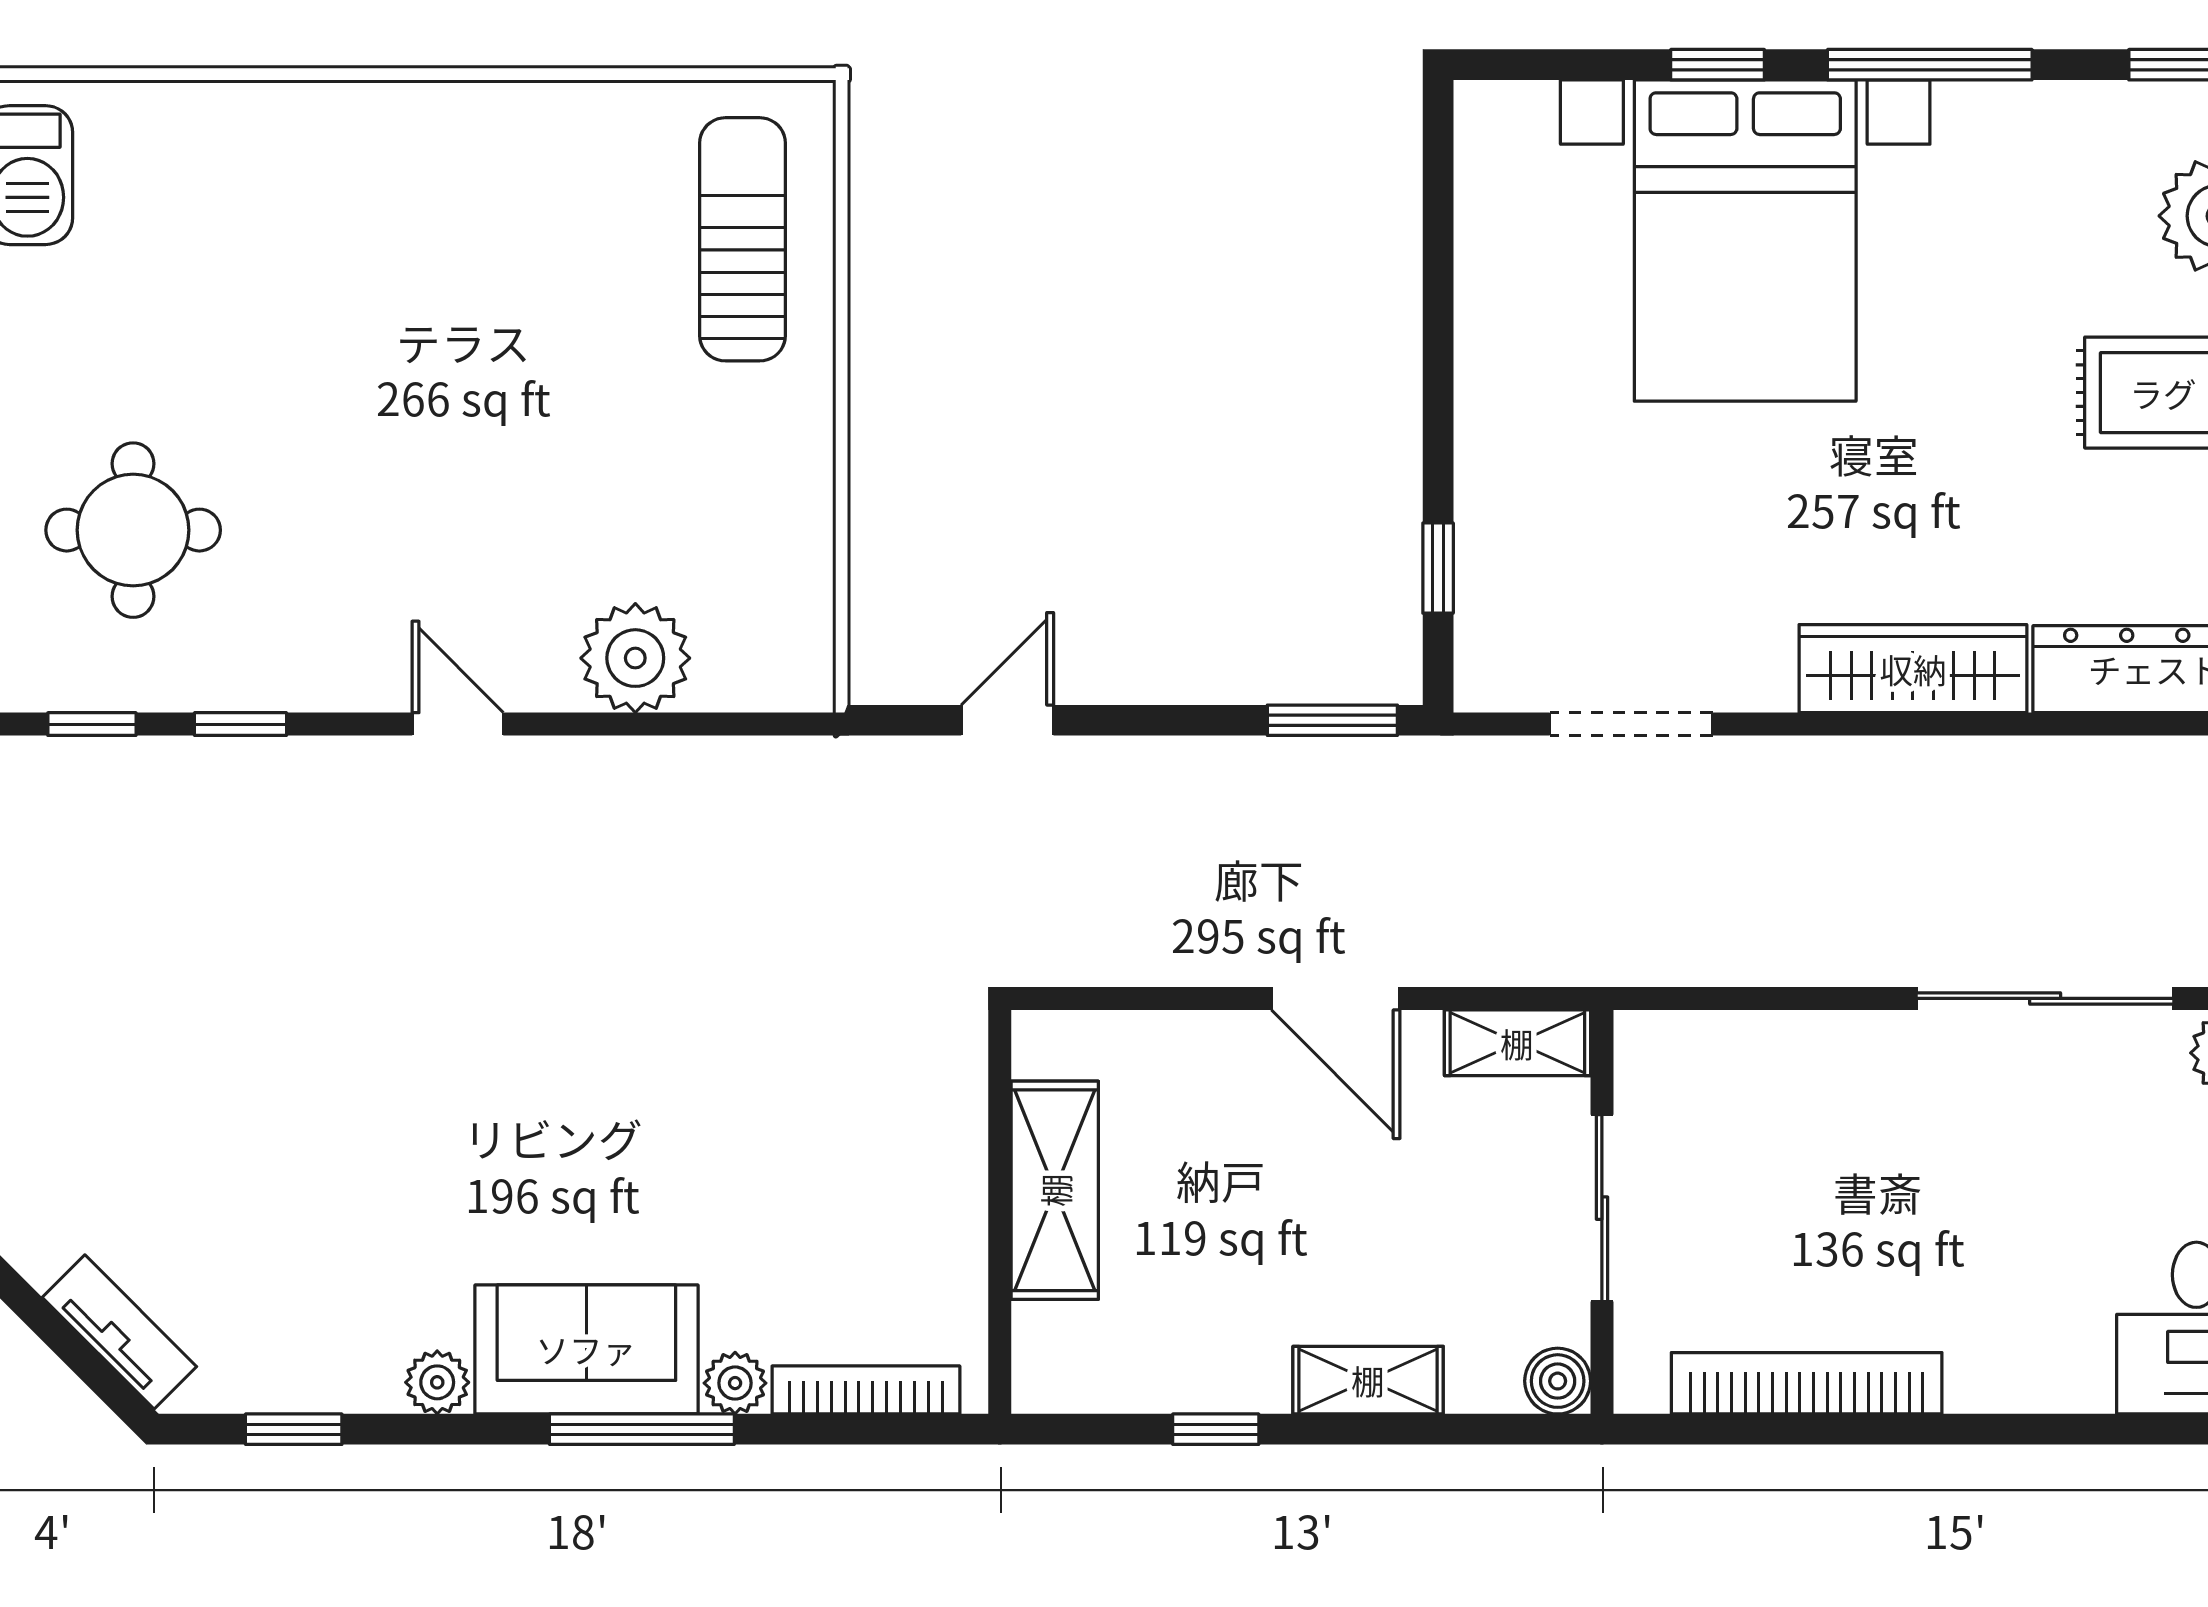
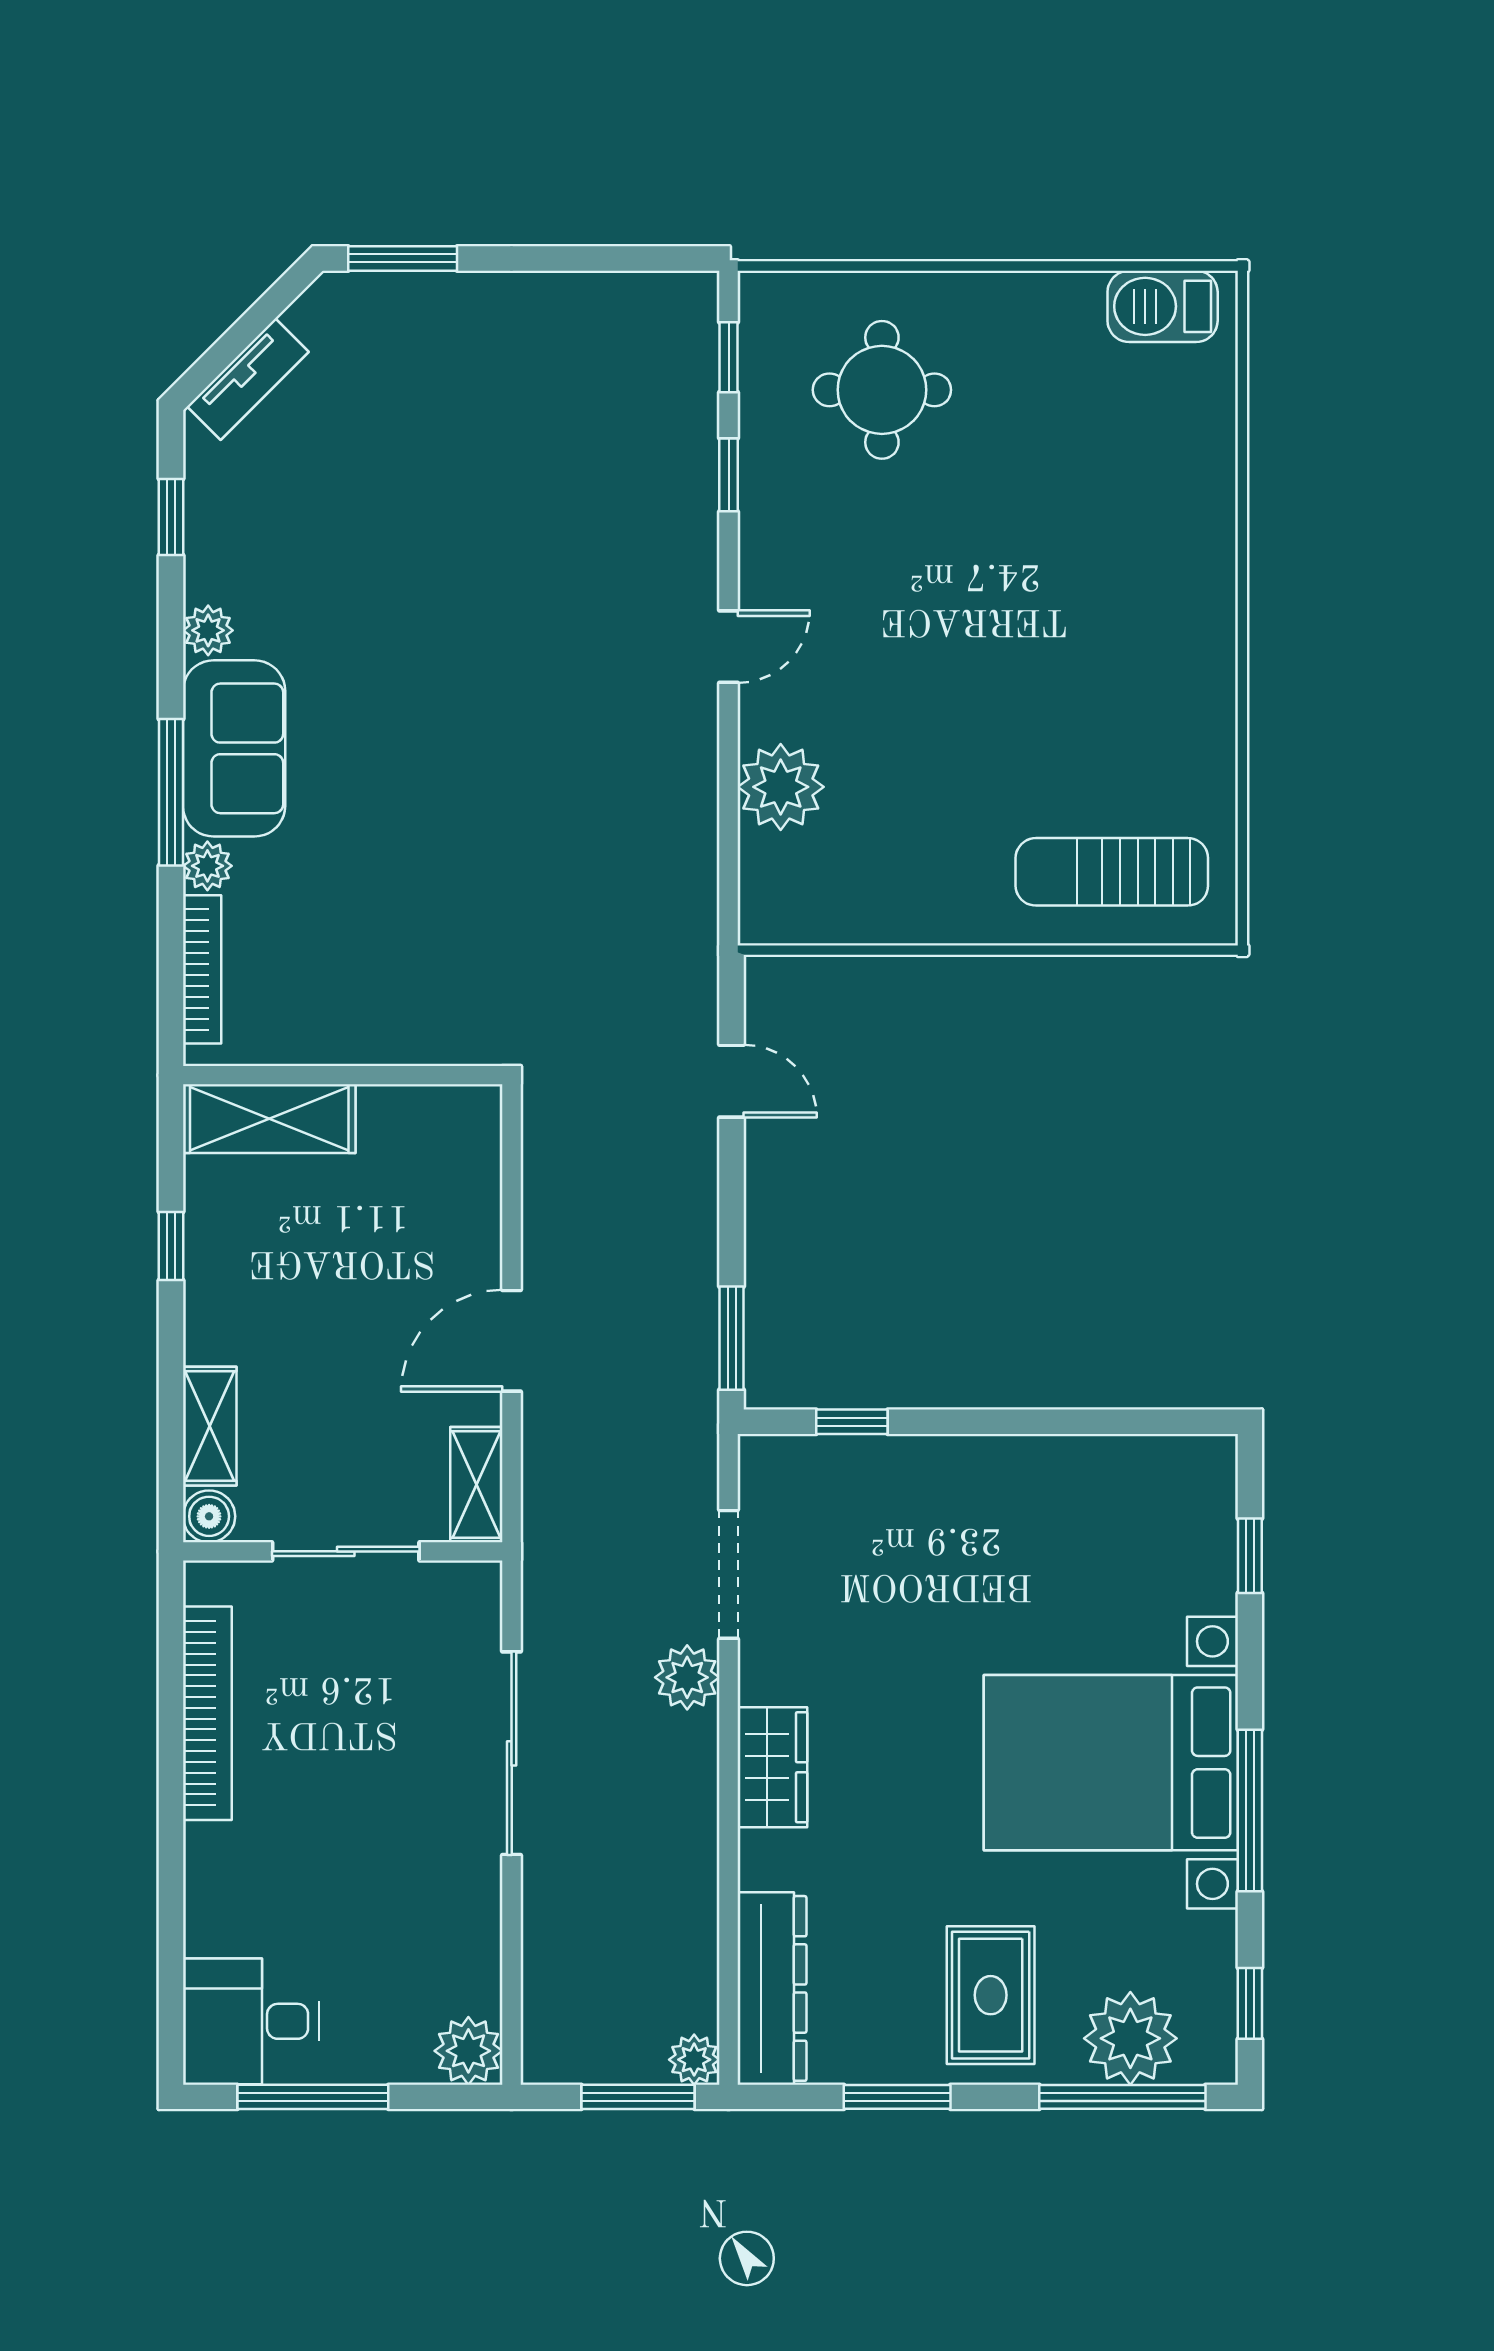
window: (1718, 65) -> (1250, 1556), moved
sun lounger: (743, 239) -> (1112, 872), turned 180
bed with nightstands: (1745, 241) -> (1111, 1763), moved
wardrobe: (1913, 669) -> (772, 1767), width x0.67
plant: (1761, 776) -> (687, 1677), added
sliding door: (2045, 998) -> (512, 1753), moved
shelving: (1055, 1190) -> (269, 1119), moved
shelving: (1368, 1380) -> (210, 1426), moved

